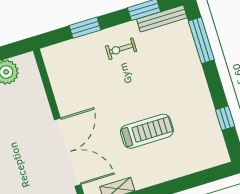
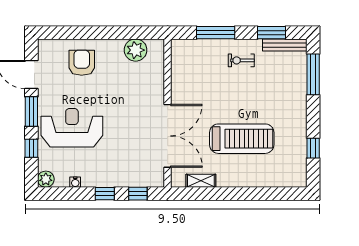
window: (85, 28) -> (216, 33), width x1.44
treadmill: (147, 131) -> (242, 139), width x1.37, depth x1.38

